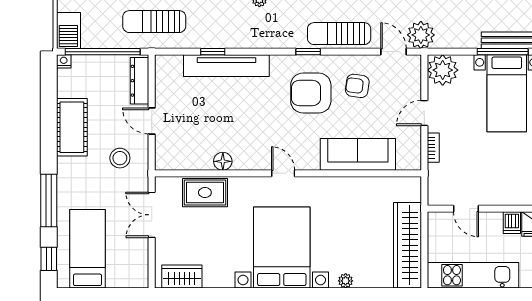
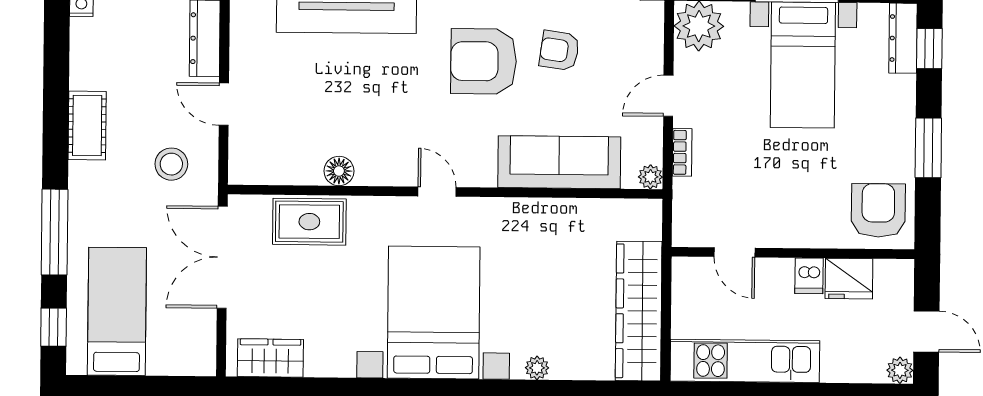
cot: (72, 127) -> (87, 126), width x0.73, depth x0.75
plant: (414, 163) -> (650, 177), added
double door: (152, 215) -> (222, 257), width x1.37

